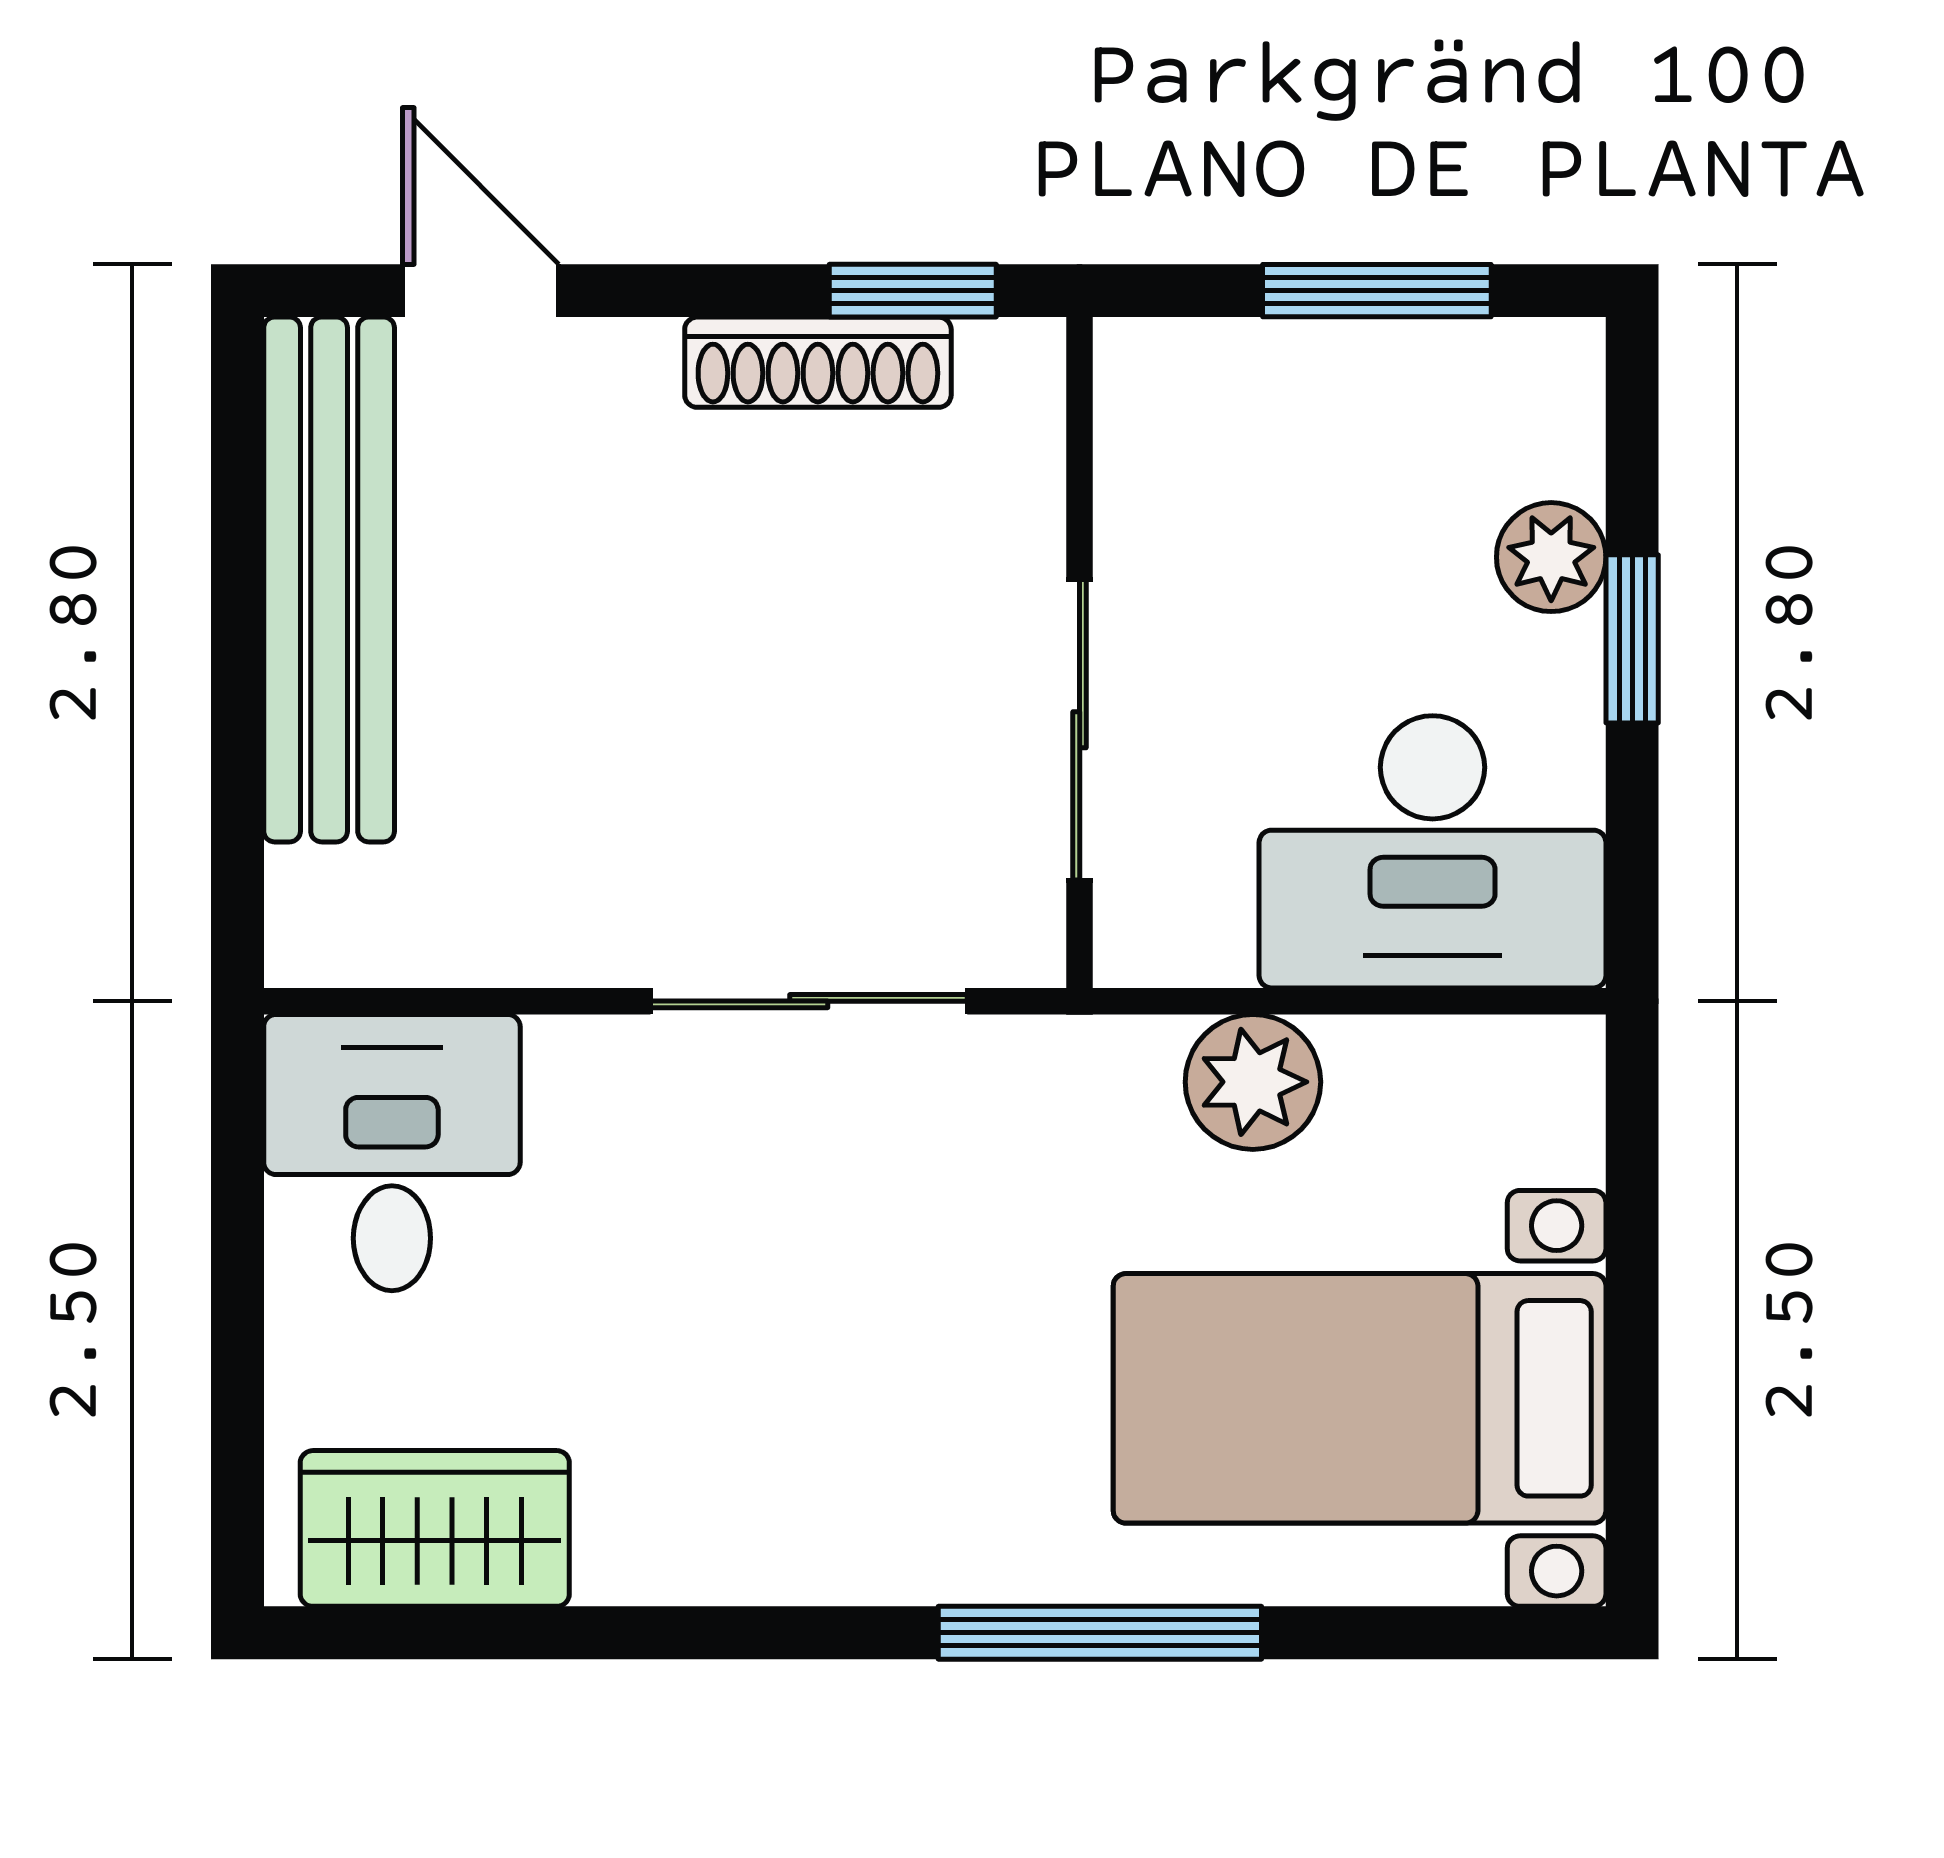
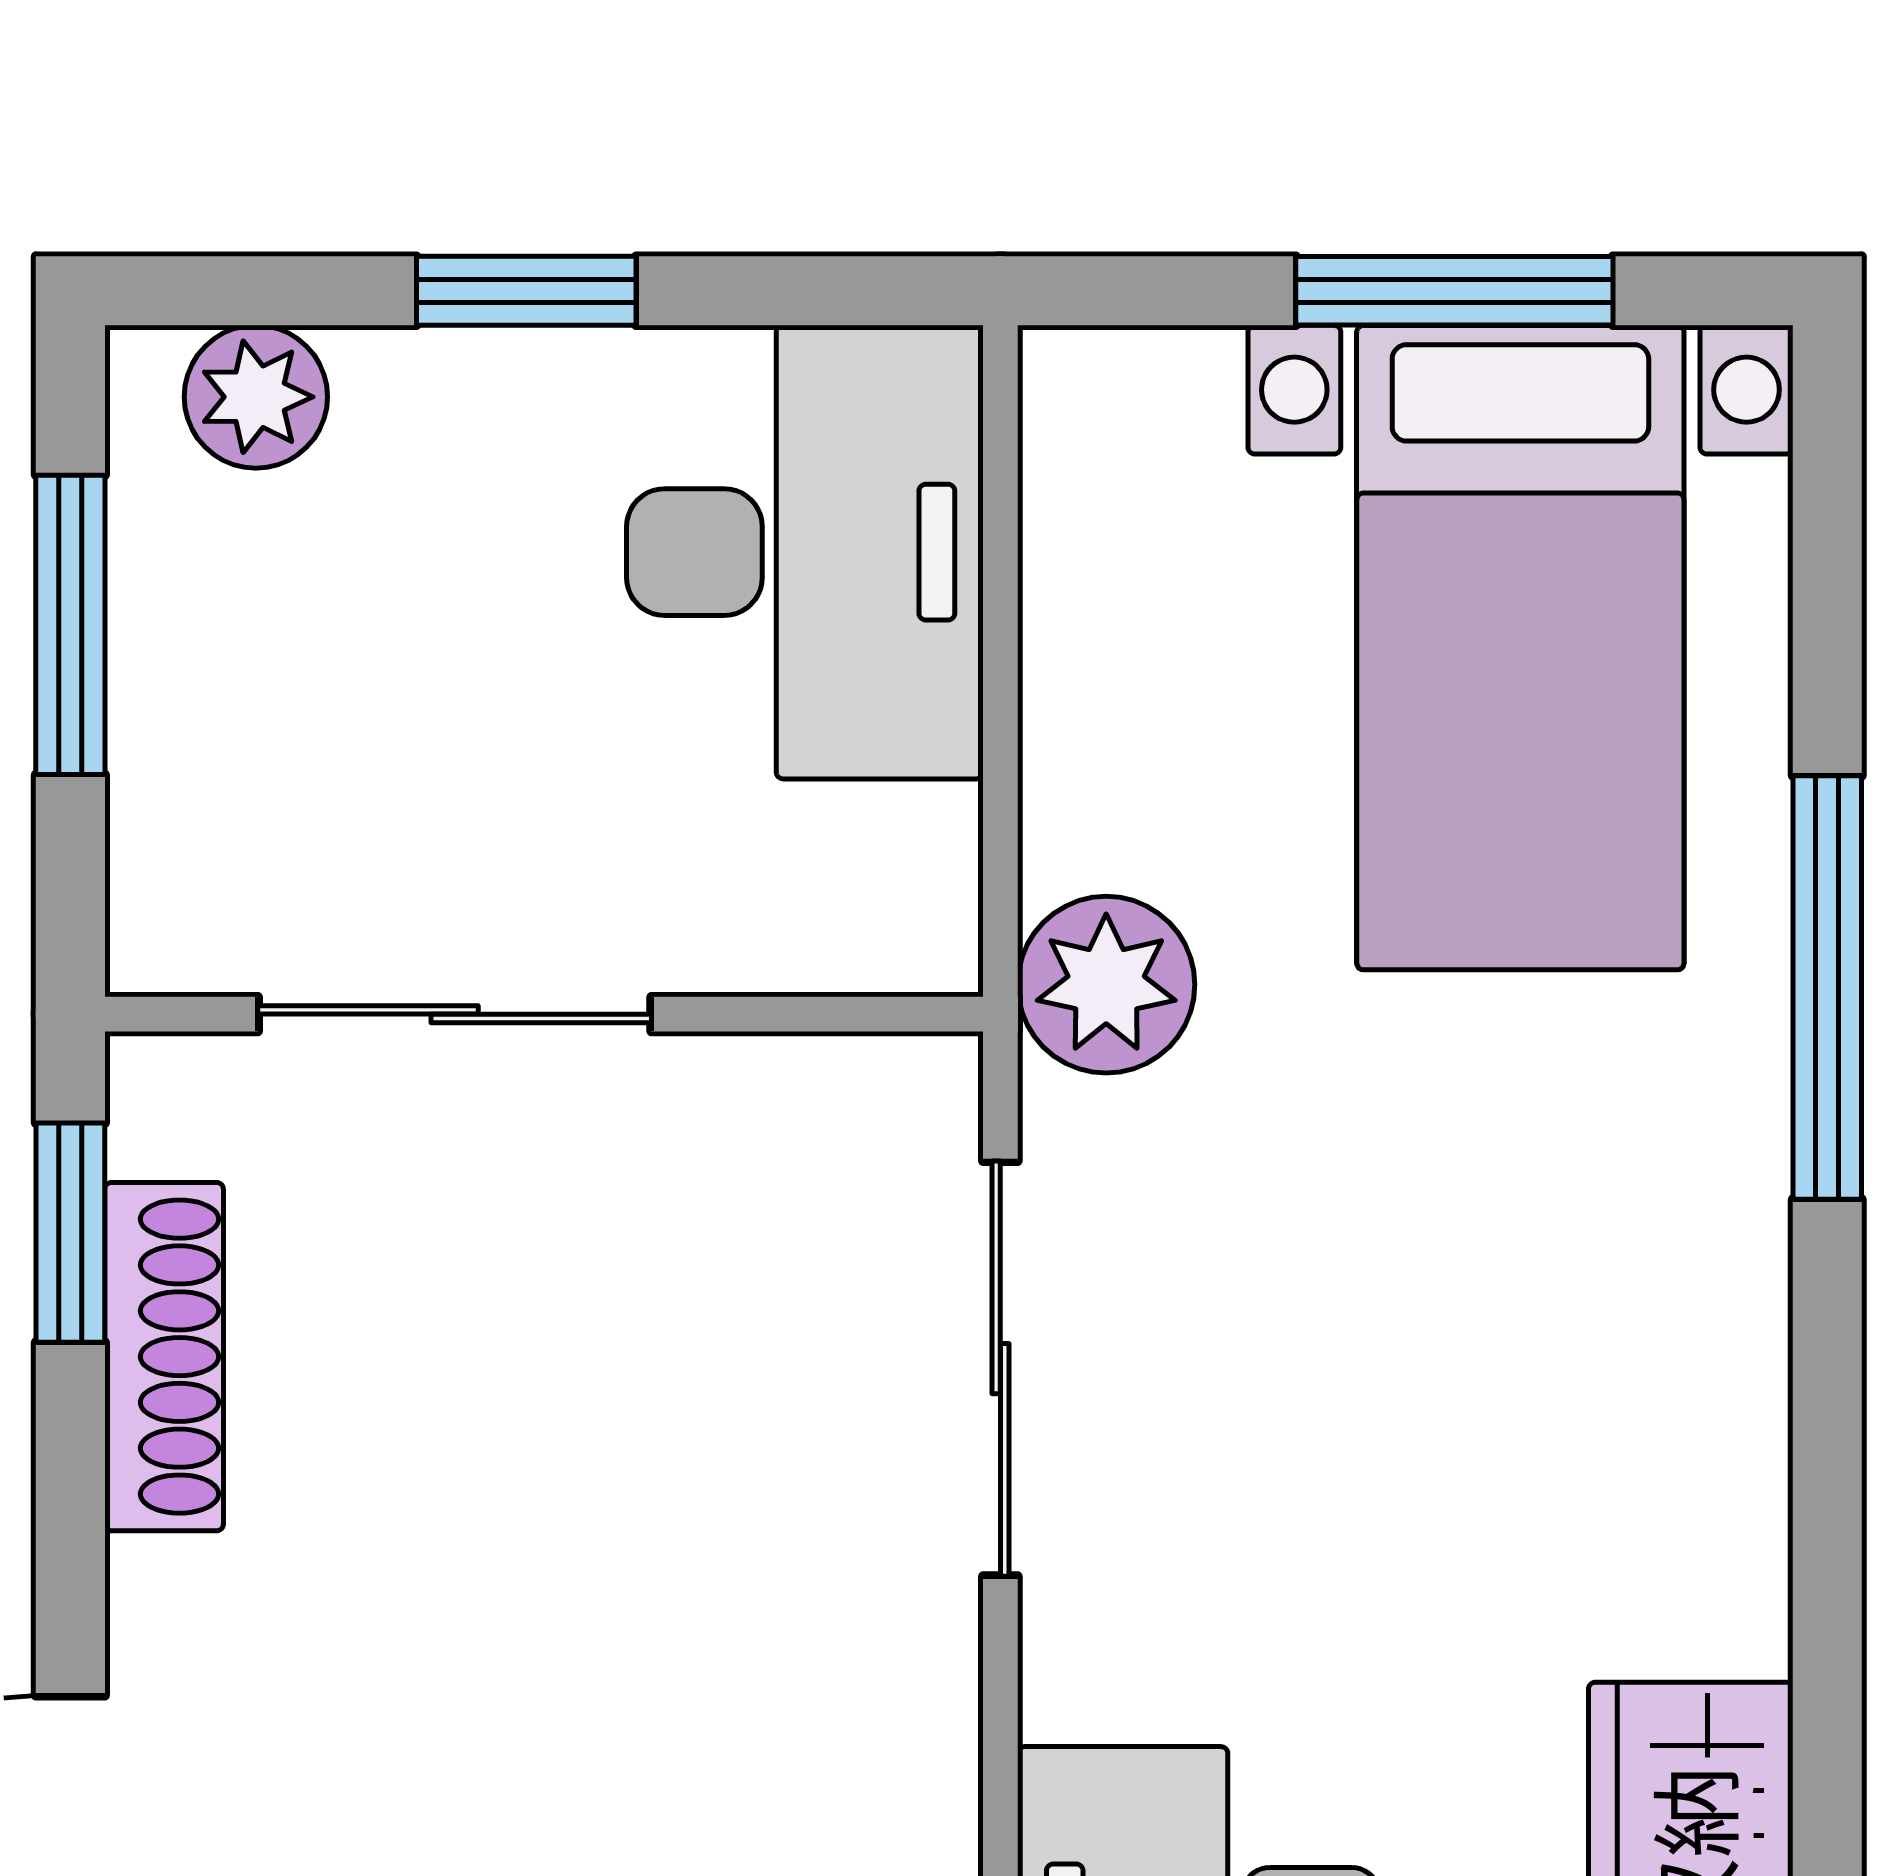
plant: (1551, 557) -> (256, 397), moved
sliding door: (1080, 730) -> (455, 1014), moved
plant: (1253, 1082) -> (1106, 985), moved
window: (1632, 1348) -> (1454, 291), added

